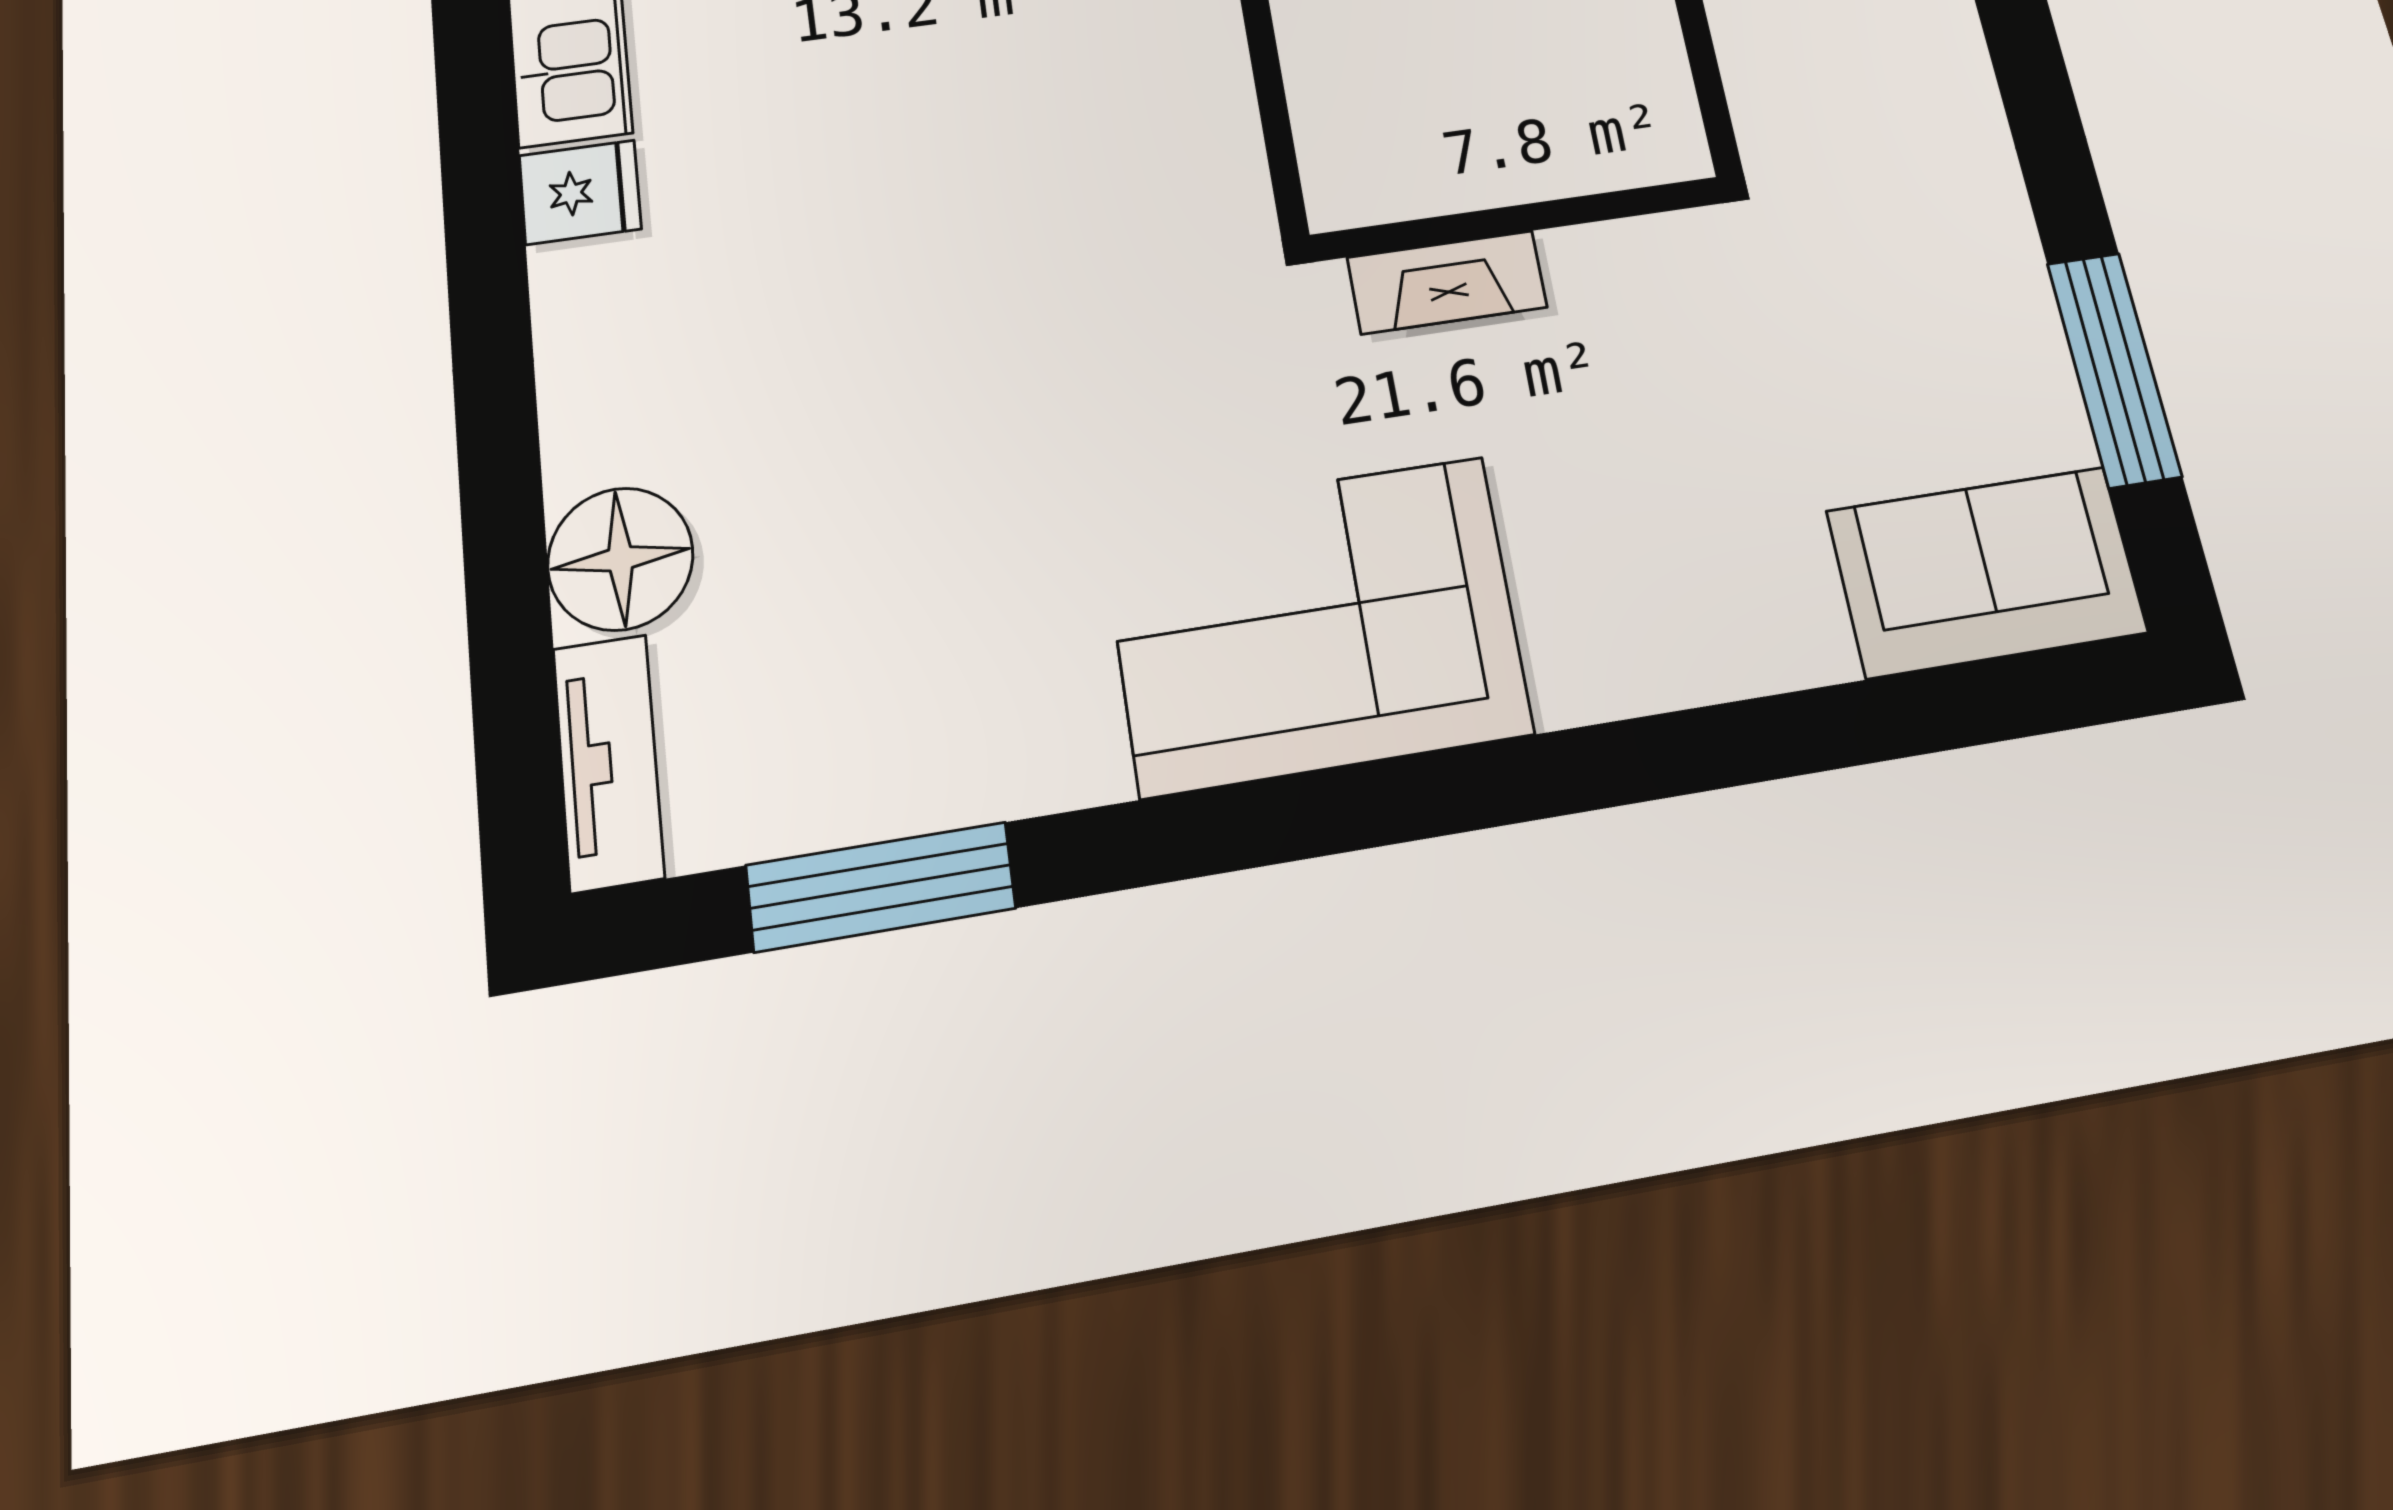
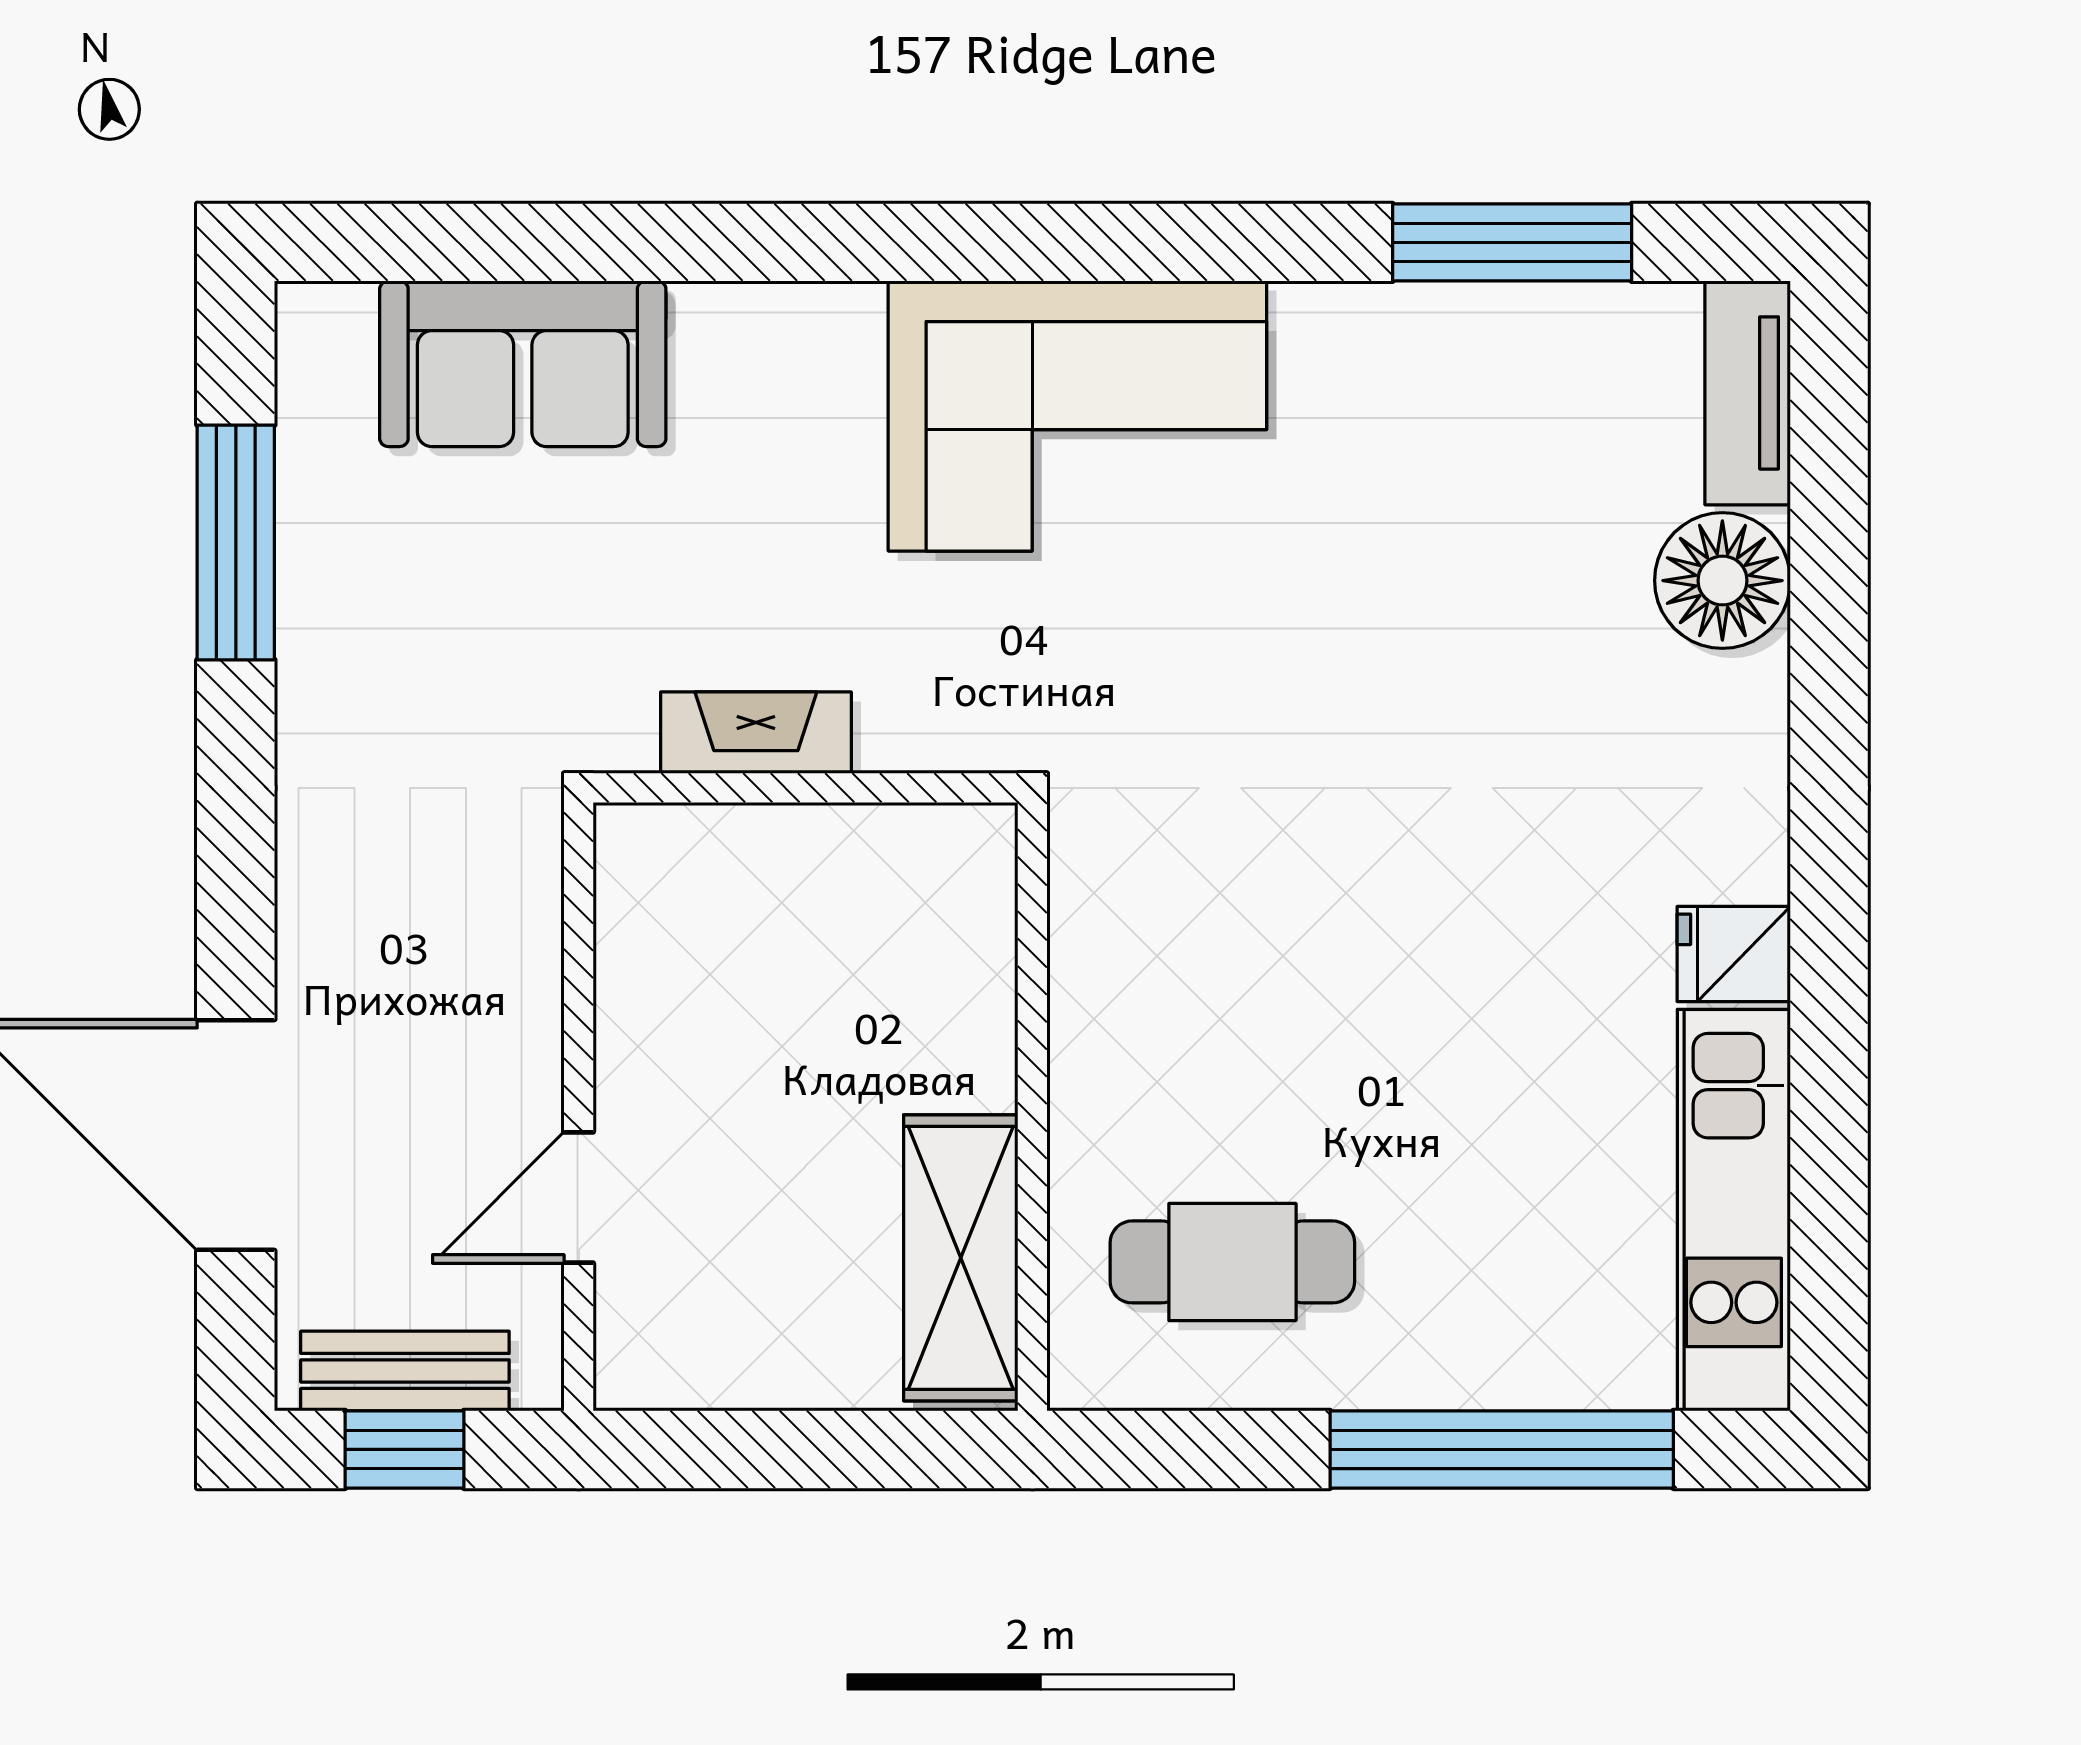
fireplace: (1447, 282) -> (756, 733), moved
sofa: (1987, 572) -> (523, 364), moved

